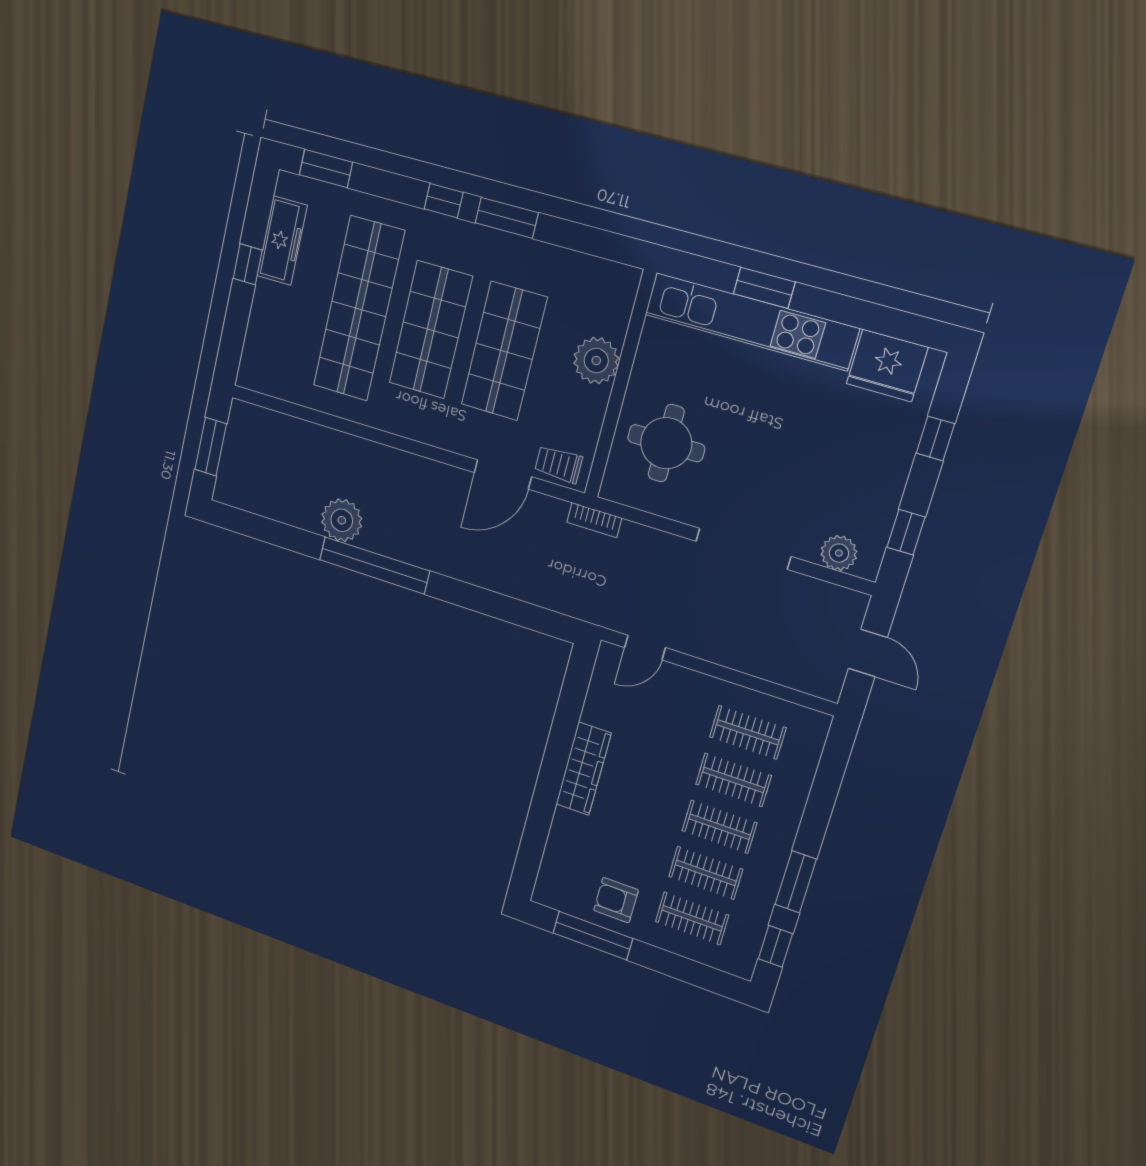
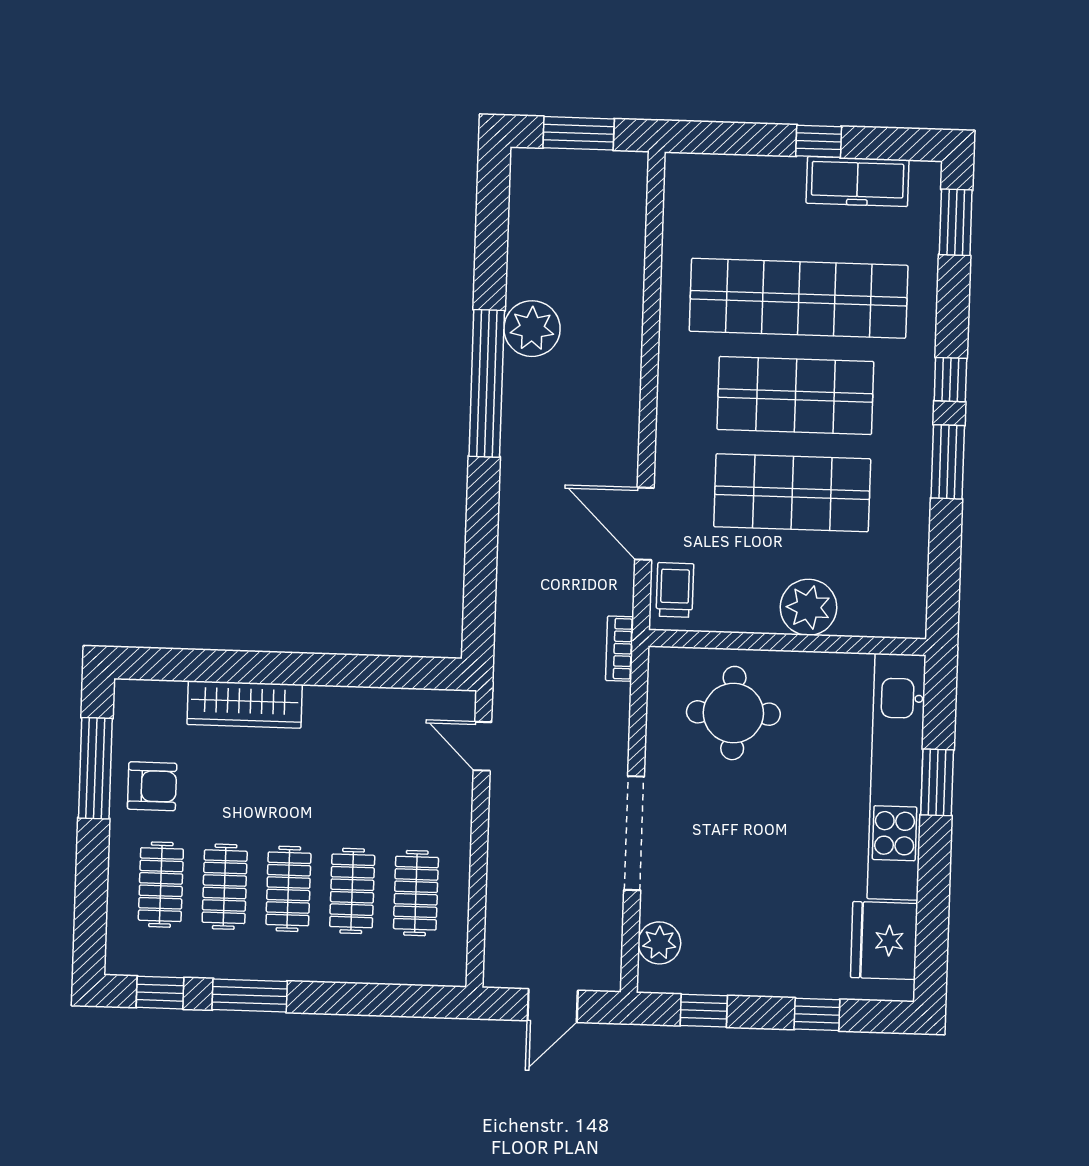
wardrobe: (583, 769) -> (245, 704), moved
armchair: (616, 900) -> (152, 786), turned 90

